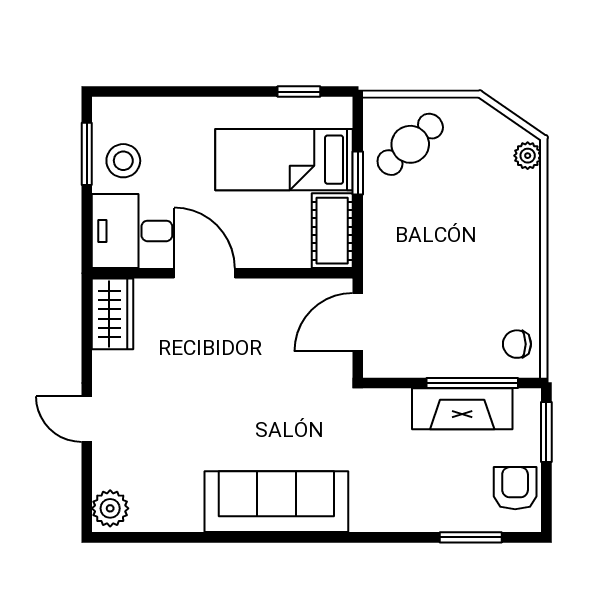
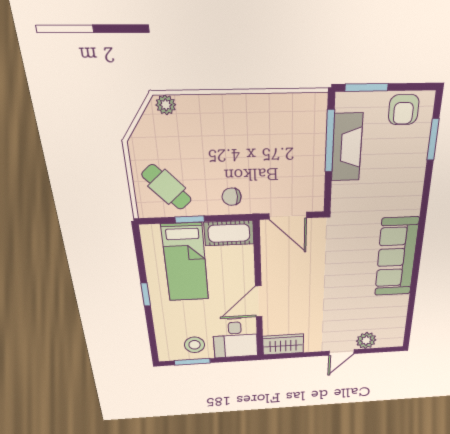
window: (299, 92) -> (146, 295), moved
chair: (517, 344) -> (232, 197), moved, turned 90
armchair: (515, 488) -> (404, 110), turned -90
plant: (110, 508) -> (366, 340), moved

